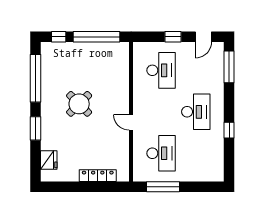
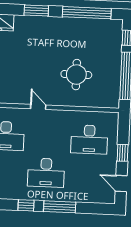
window: (229, 67) -> (60, 207), moved
round table: (79, 104) -> (76, 75), moved, turned 45
door: (131, 122) -> (38, 107), hinge flipped

